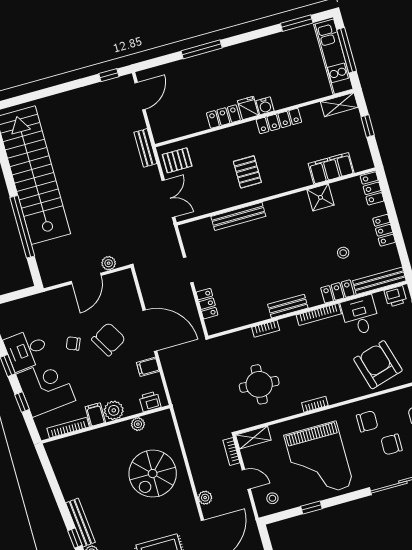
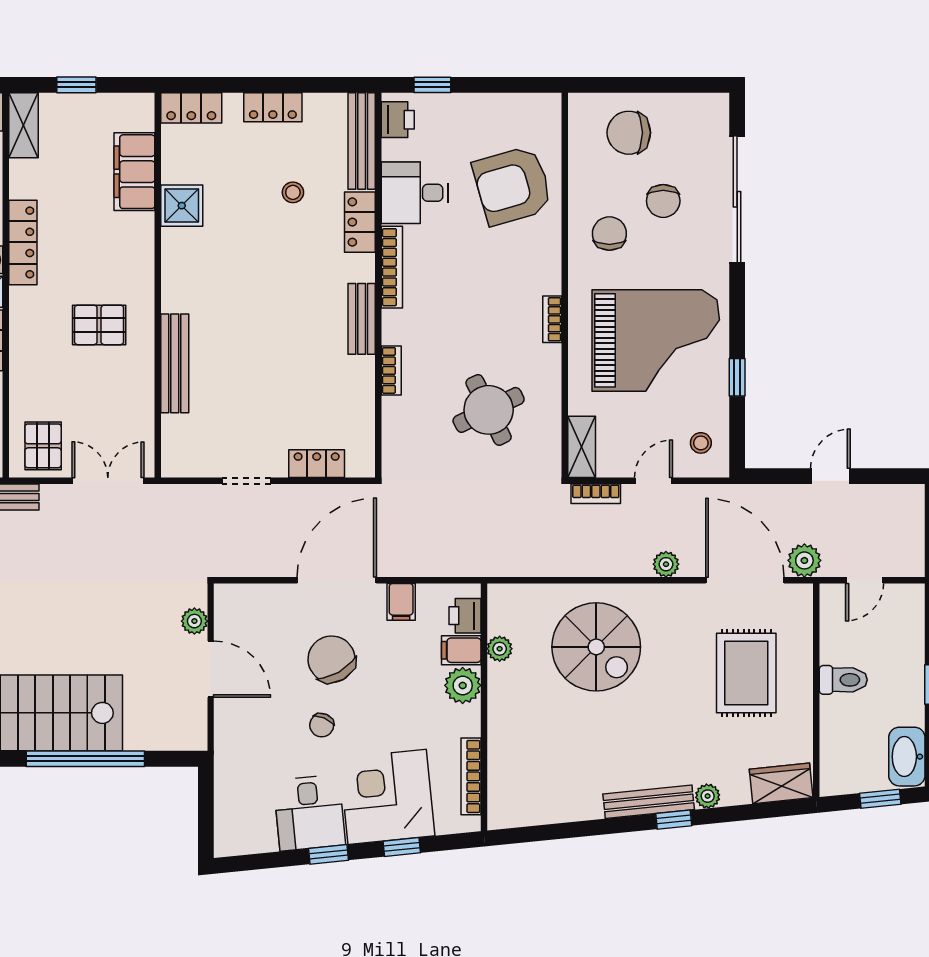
round table: (259, 384) -> (489, 410), turned -30
filing cabinet: (95, 415) -> (461, 650), moved

